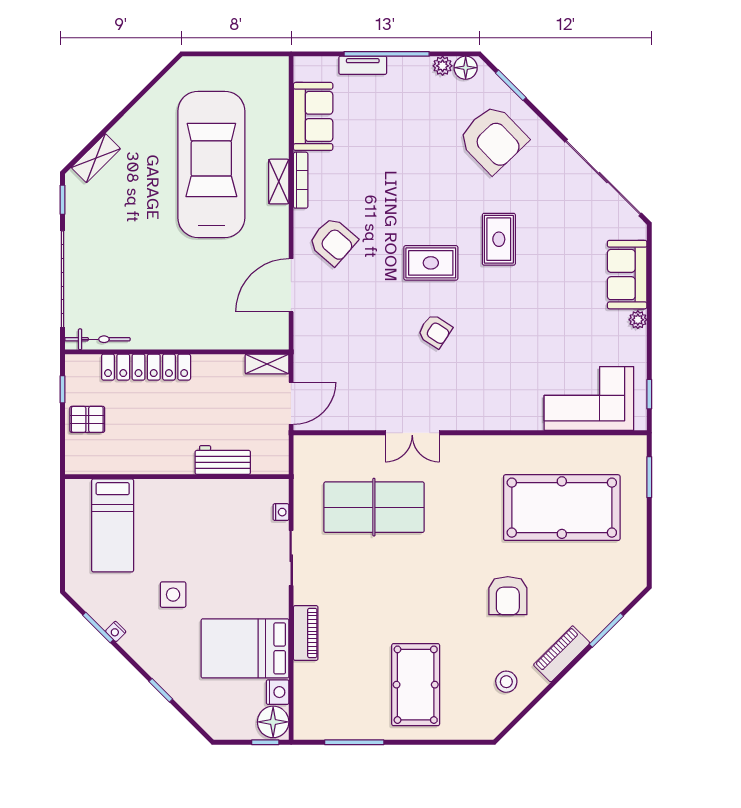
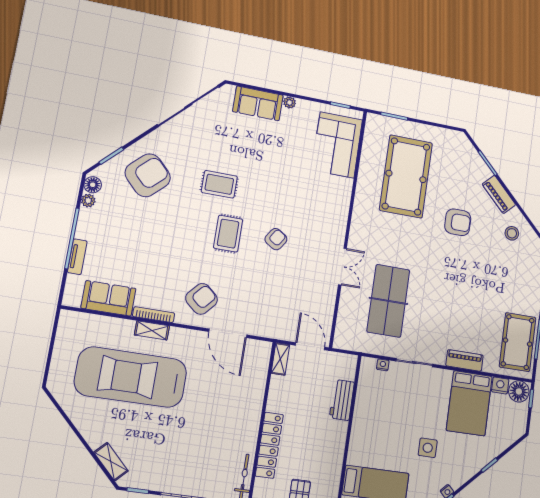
pool table: (416, 685) -> (518, 342), moved, turned 90

